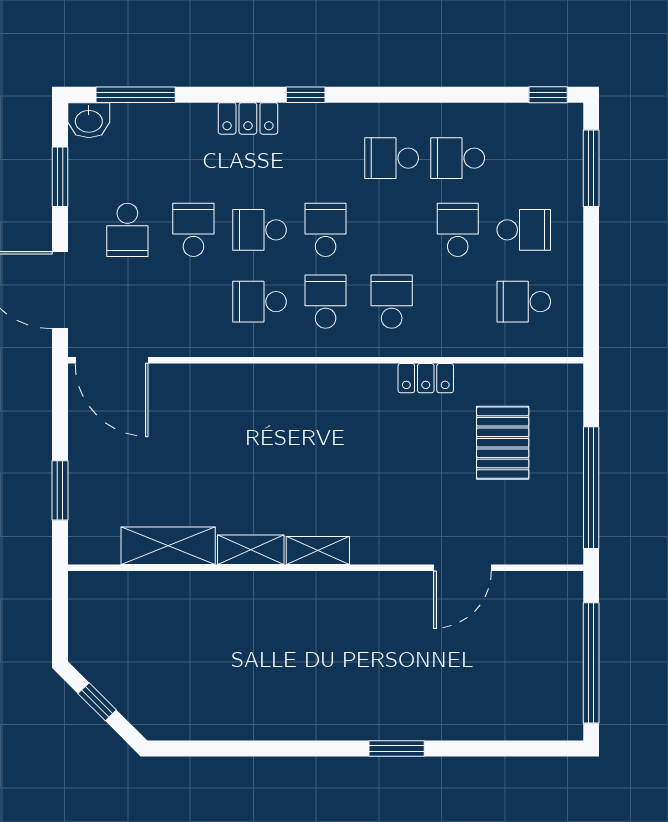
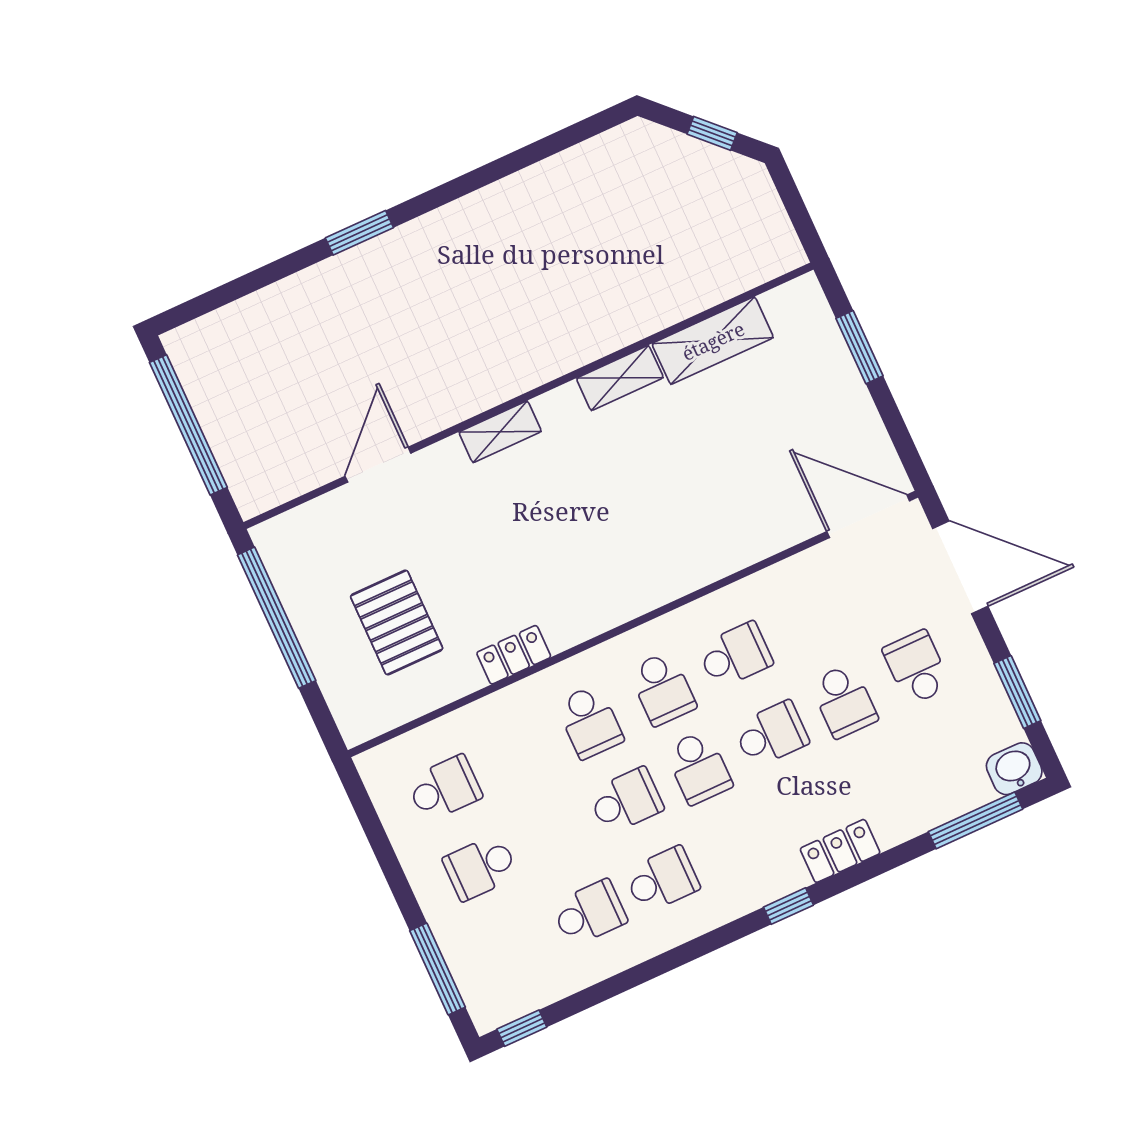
school desk: (458, 230) -> (626, 801), moved, turned -90
shelving: (318, 550) -> (500, 432), moved

